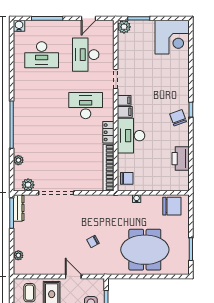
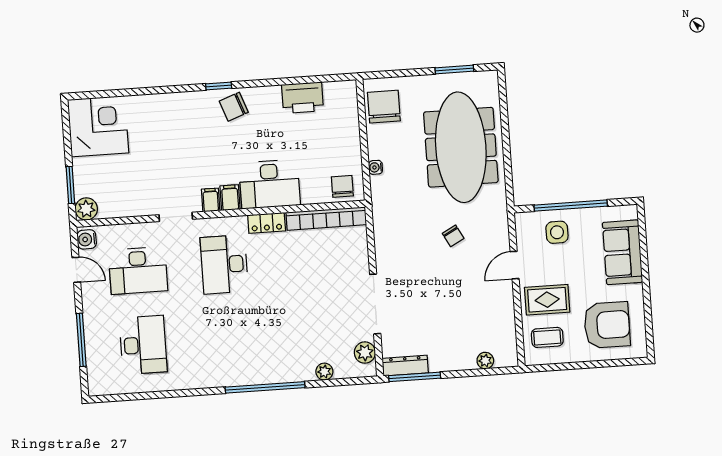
water cooler: (19, 26) -> (87, 239), moved
meeting table: (145, 250) -> (461, 147), width x1.36

